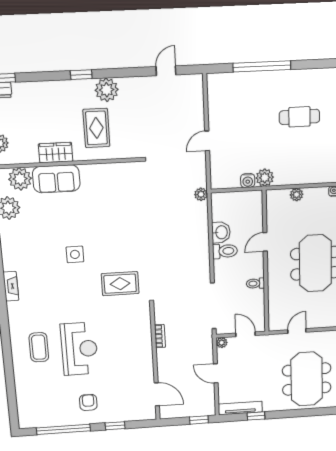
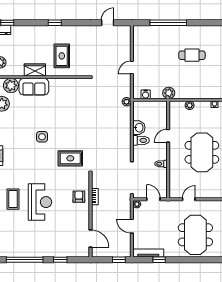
plant: (107, 90) -> (70, 33), removed
water cooler: (248, 181) -> (146, 94), moved
armchair: (88, 402) -> (79, 197), moved

